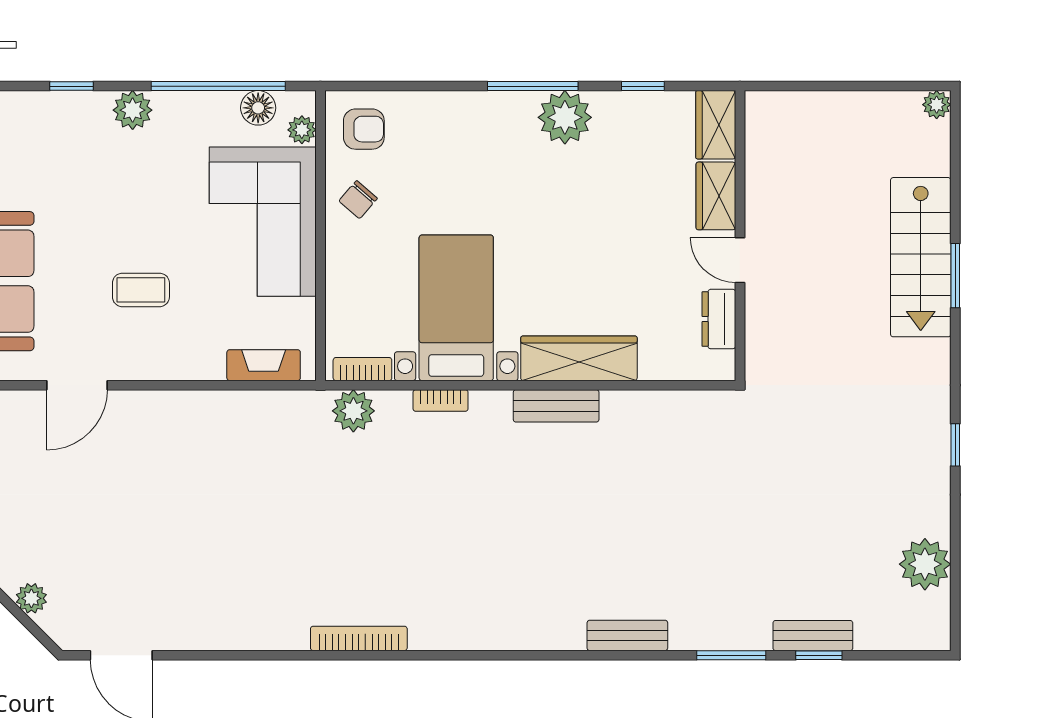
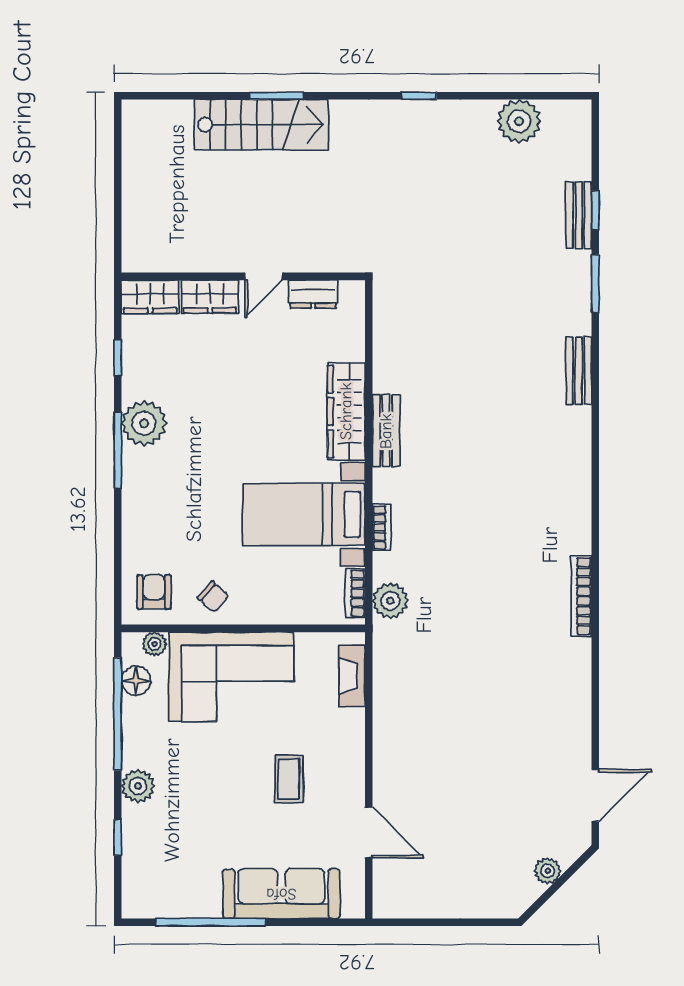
plant: (937, 105) -> (133, 111), removed

